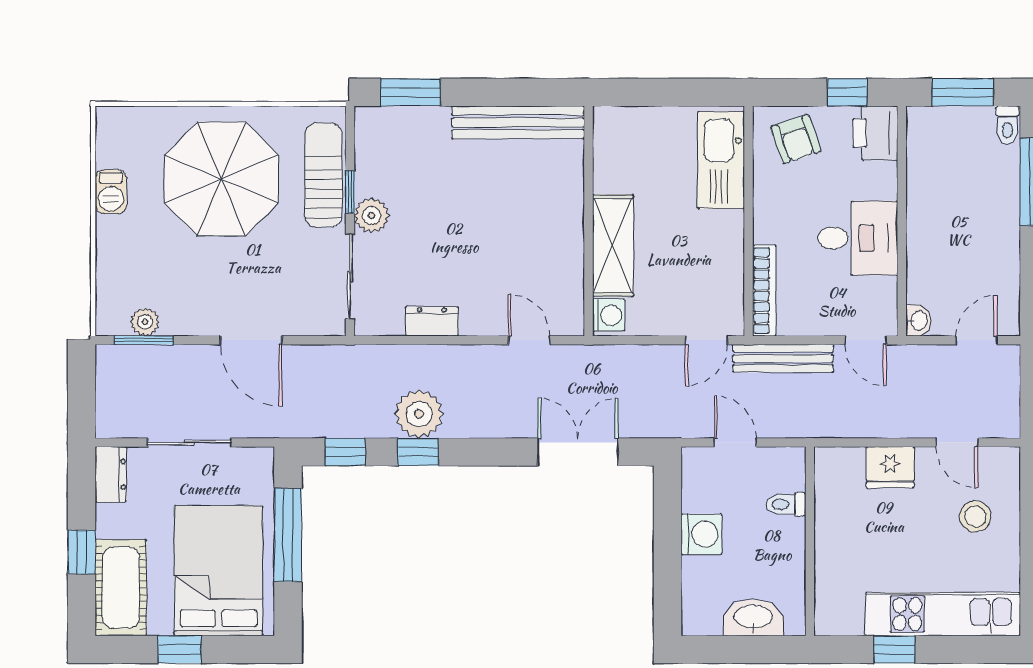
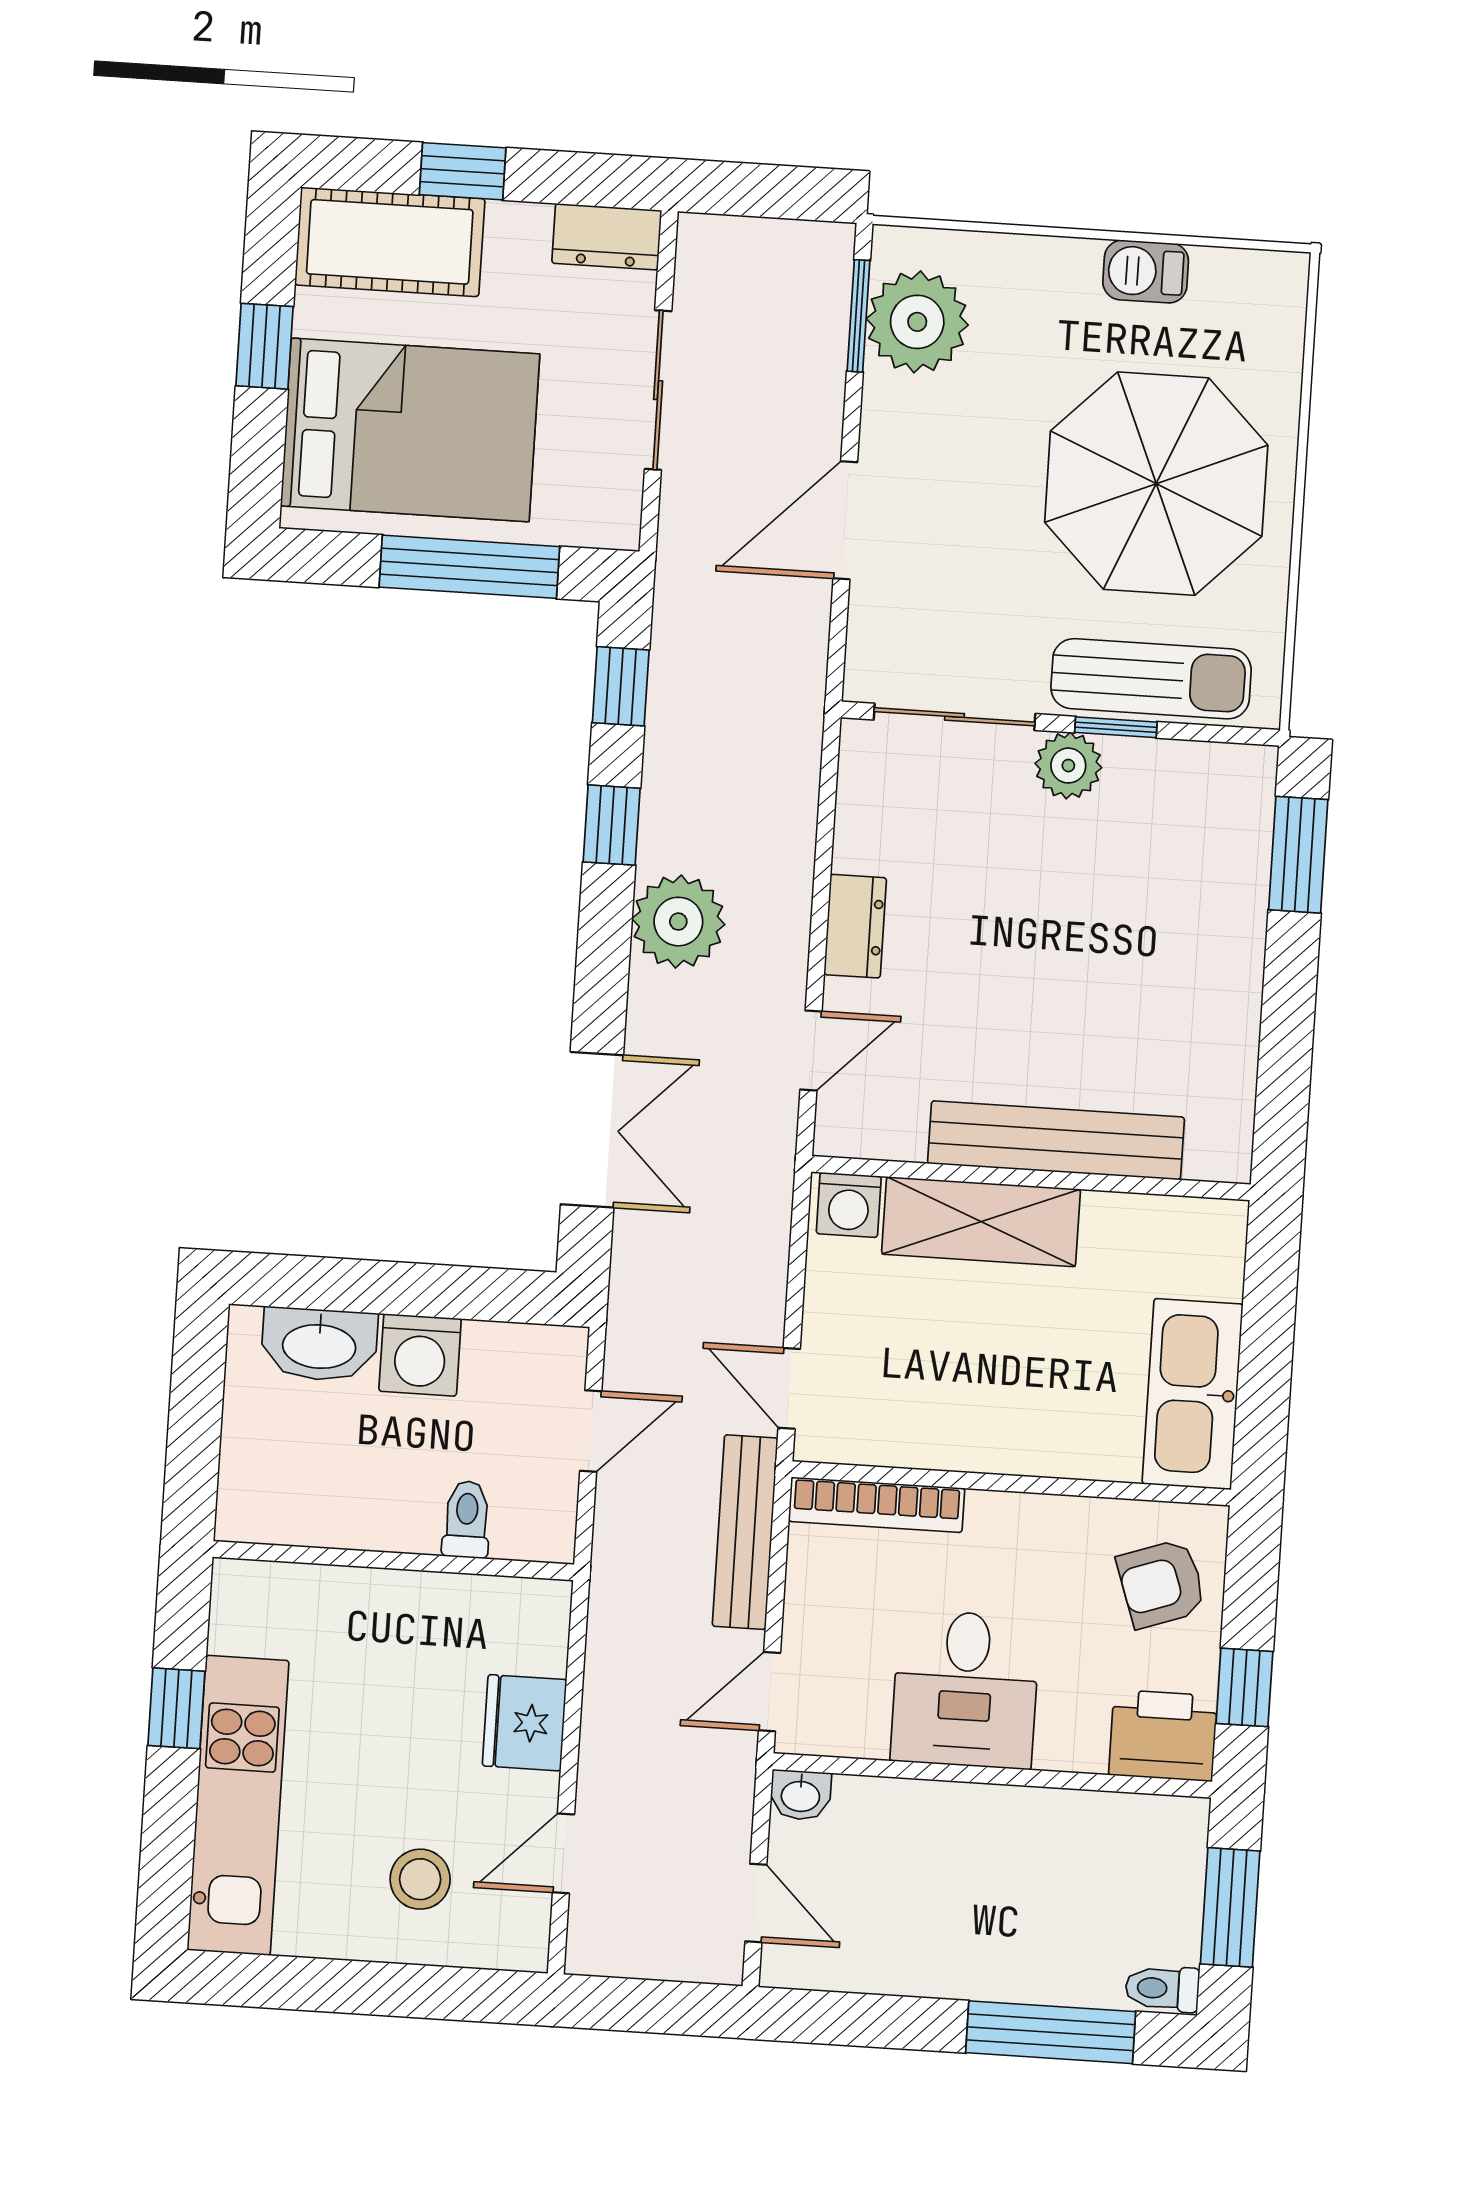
bench: (518, 122) -> (1056, 1140), moved, turned 90
kitchen sink: (721, 160) -> (1193, 1394), moved, turned -90
dresser: (432, 321) -> (855, 926), moved
plant: (145, 322) -> (917, 322), width x1.88, depth x1.88
plant: (419, 414) -> (678, 922), moved
washbasin: (753, 618) -> (319, 1344), moved, turned 90

